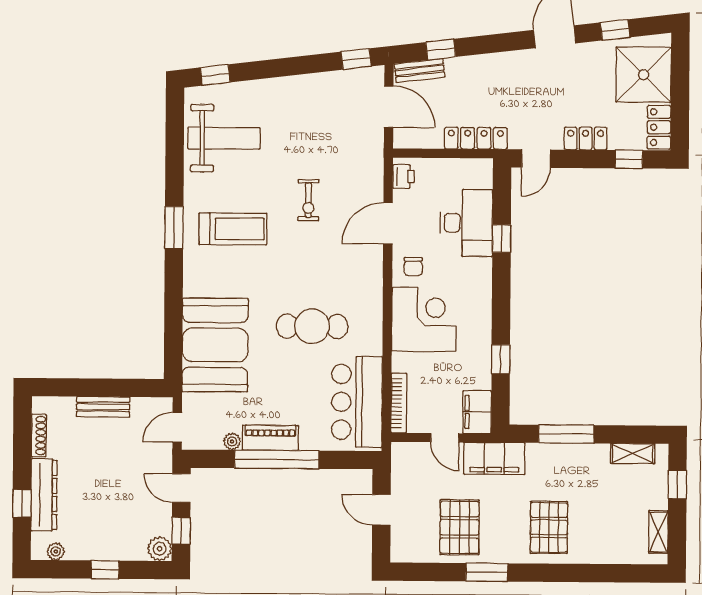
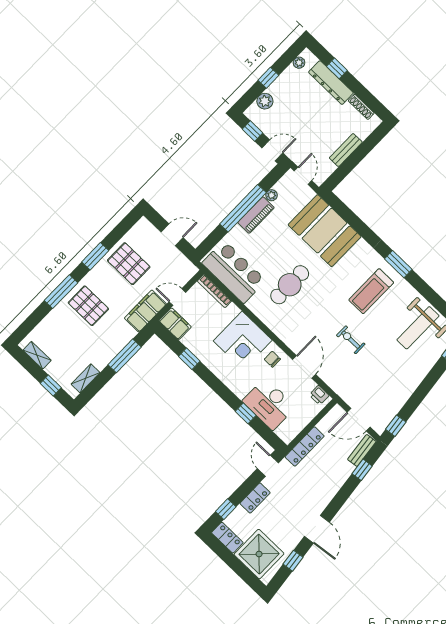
plant: (160, 549) -> (265, 101), moved
window: (562, 573) -> (61, 292), added

